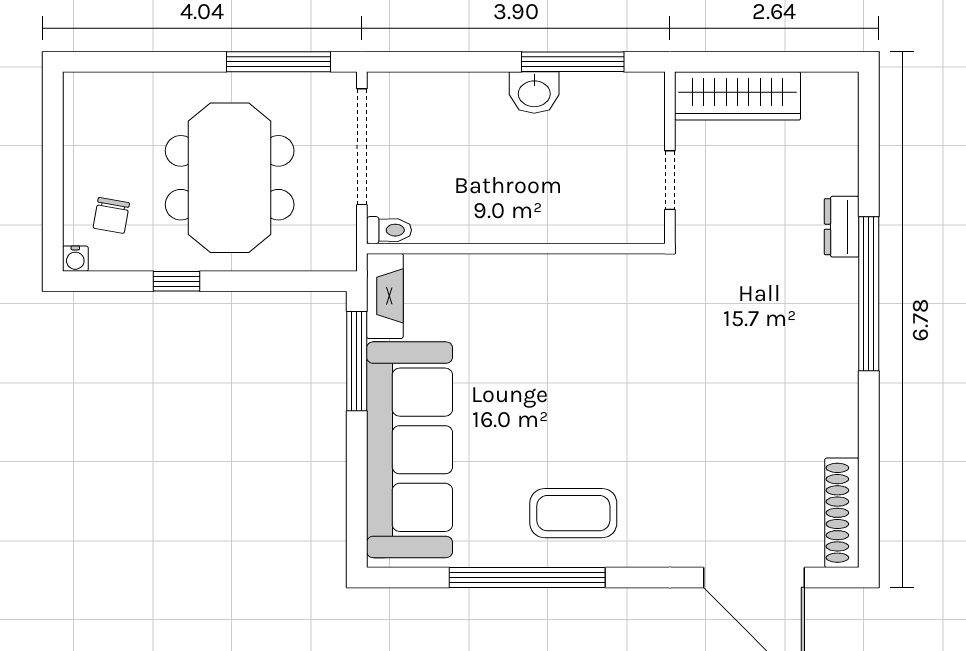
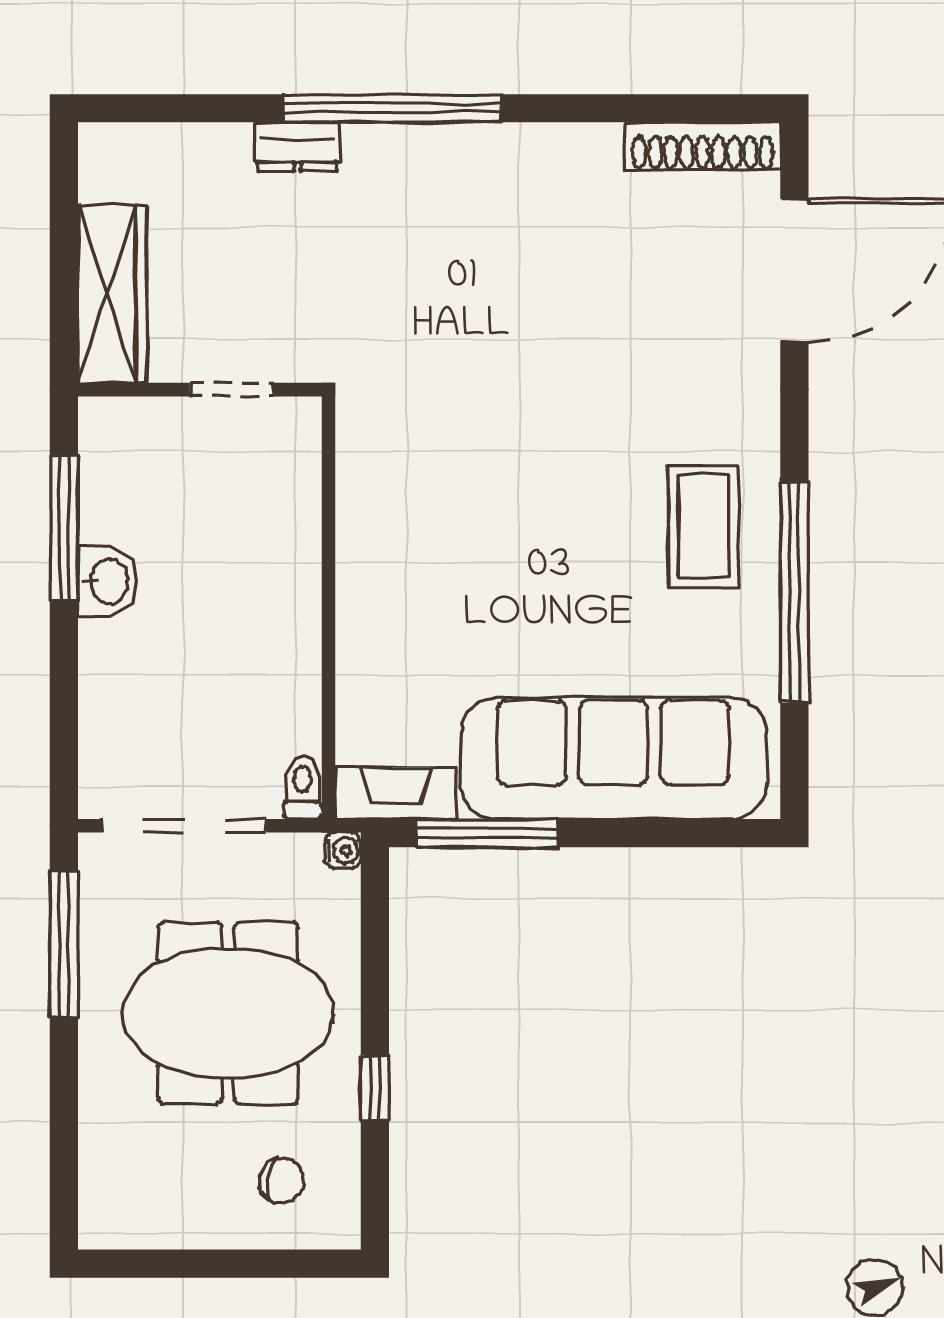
water cooler: (75, 259) -> (343, 851), moved

